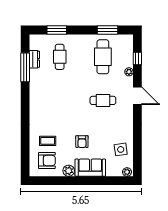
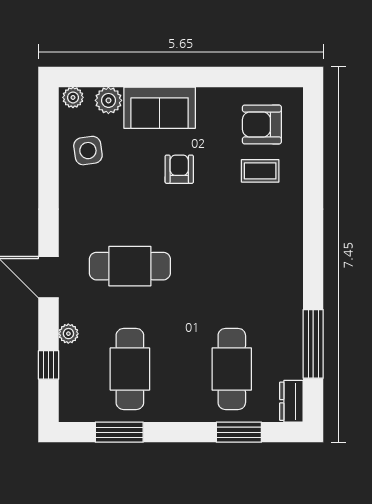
cafe table: (60, 57) -> (232, 369), width x1.37, depth x1.35
dresser: (34, 59) -> (291, 401), moved
cafe table: (103, 100) -> (130, 266), width x1.37, depth x1.35
plant: (69, 171) -> (108, 100), moved

